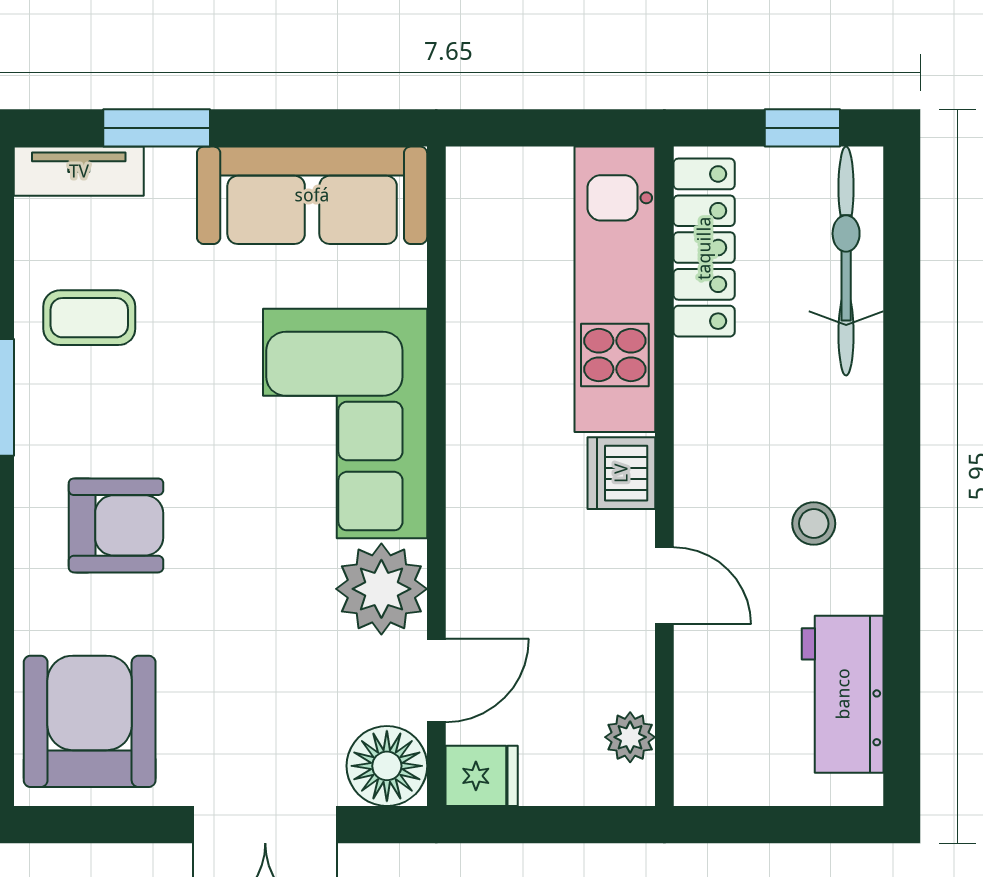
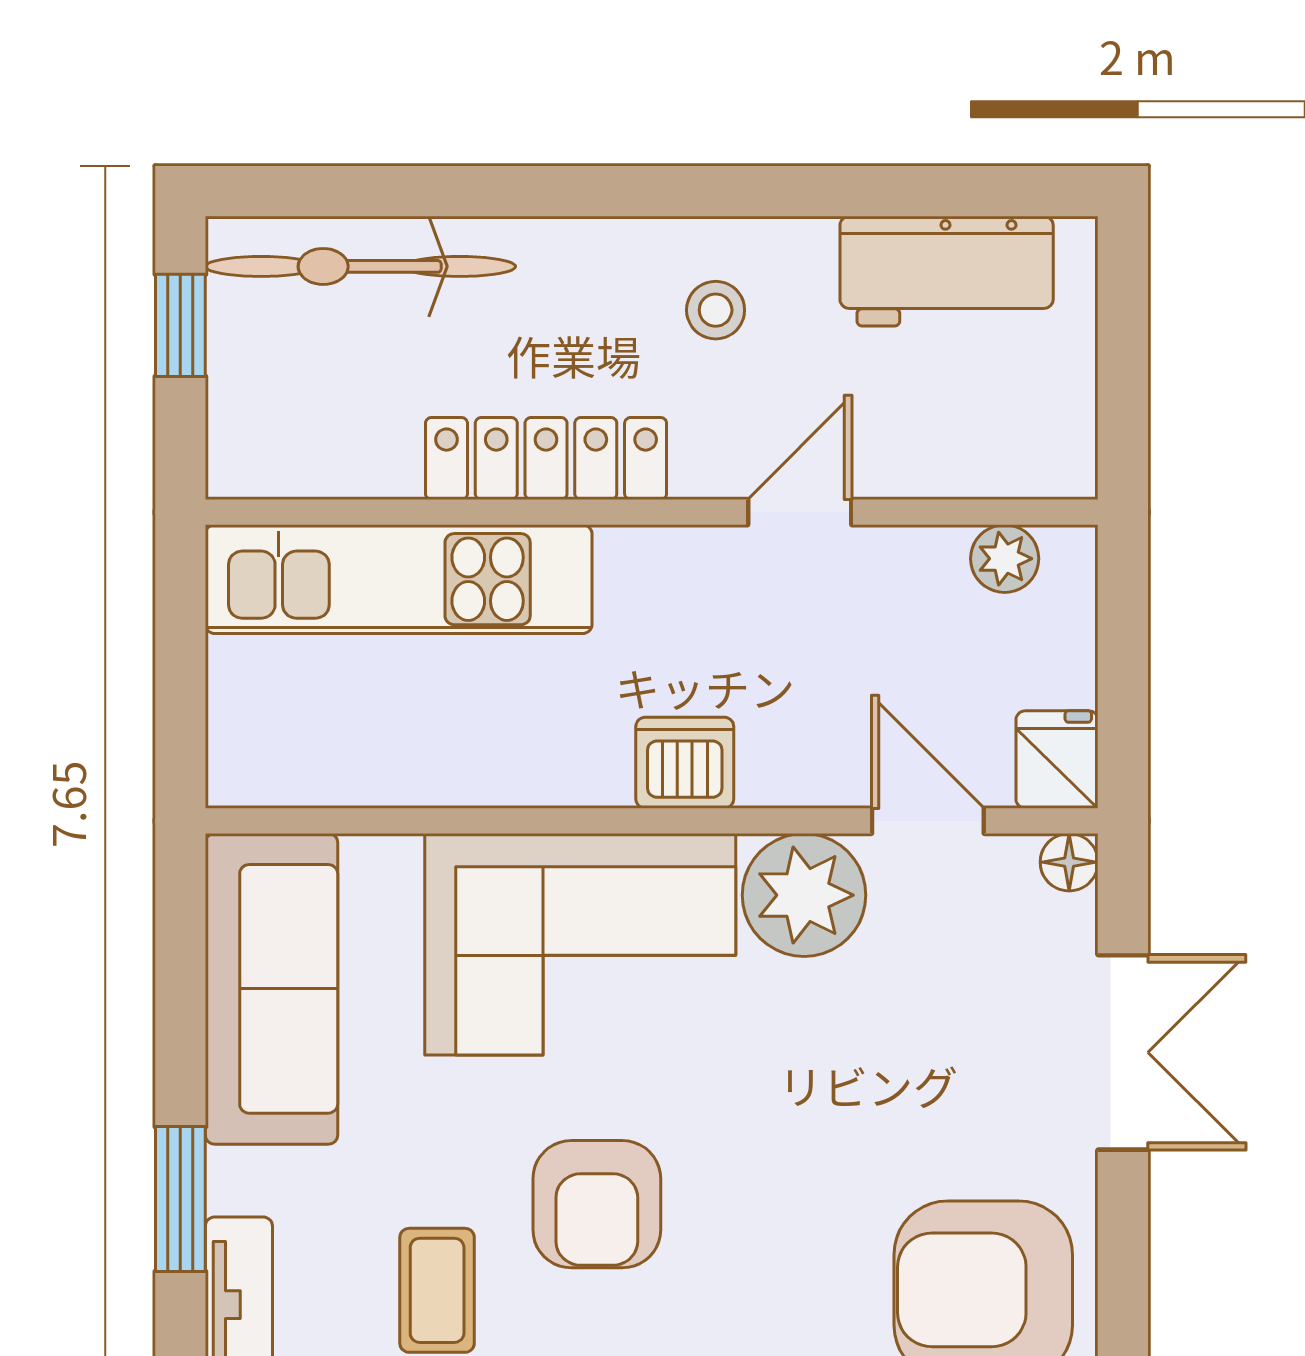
locker: (704, 248) -> (546, 459), moved
dishwasher: (621, 473) -> (685, 763), moved, turned 180
armchair: (116, 525) -> (597, 1204), moved, turned 180
floor lamp: (387, 766) -> (1069, 862), width x0.53, depth x0.53

